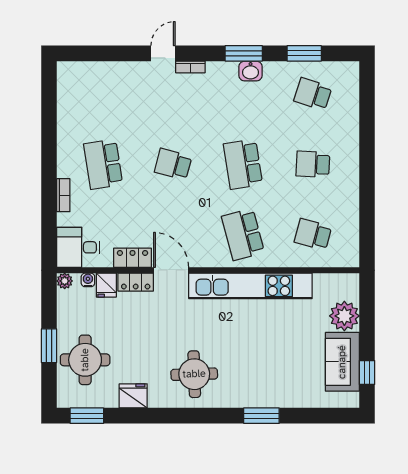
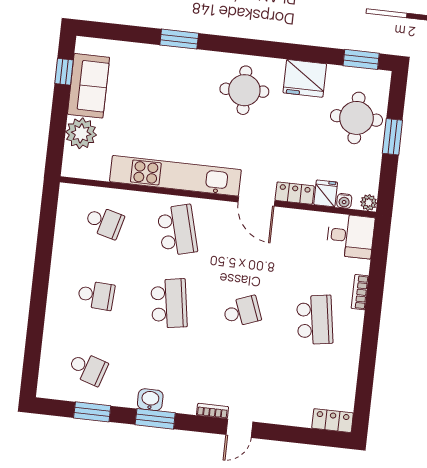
school desk: (173, 164) -> (242, 312), turned -36
locker: (133, 258) -> (333, 421), moved, turned 180
fridge: (133, 396) -> (305, 78), width x1.36, depth x1.34

